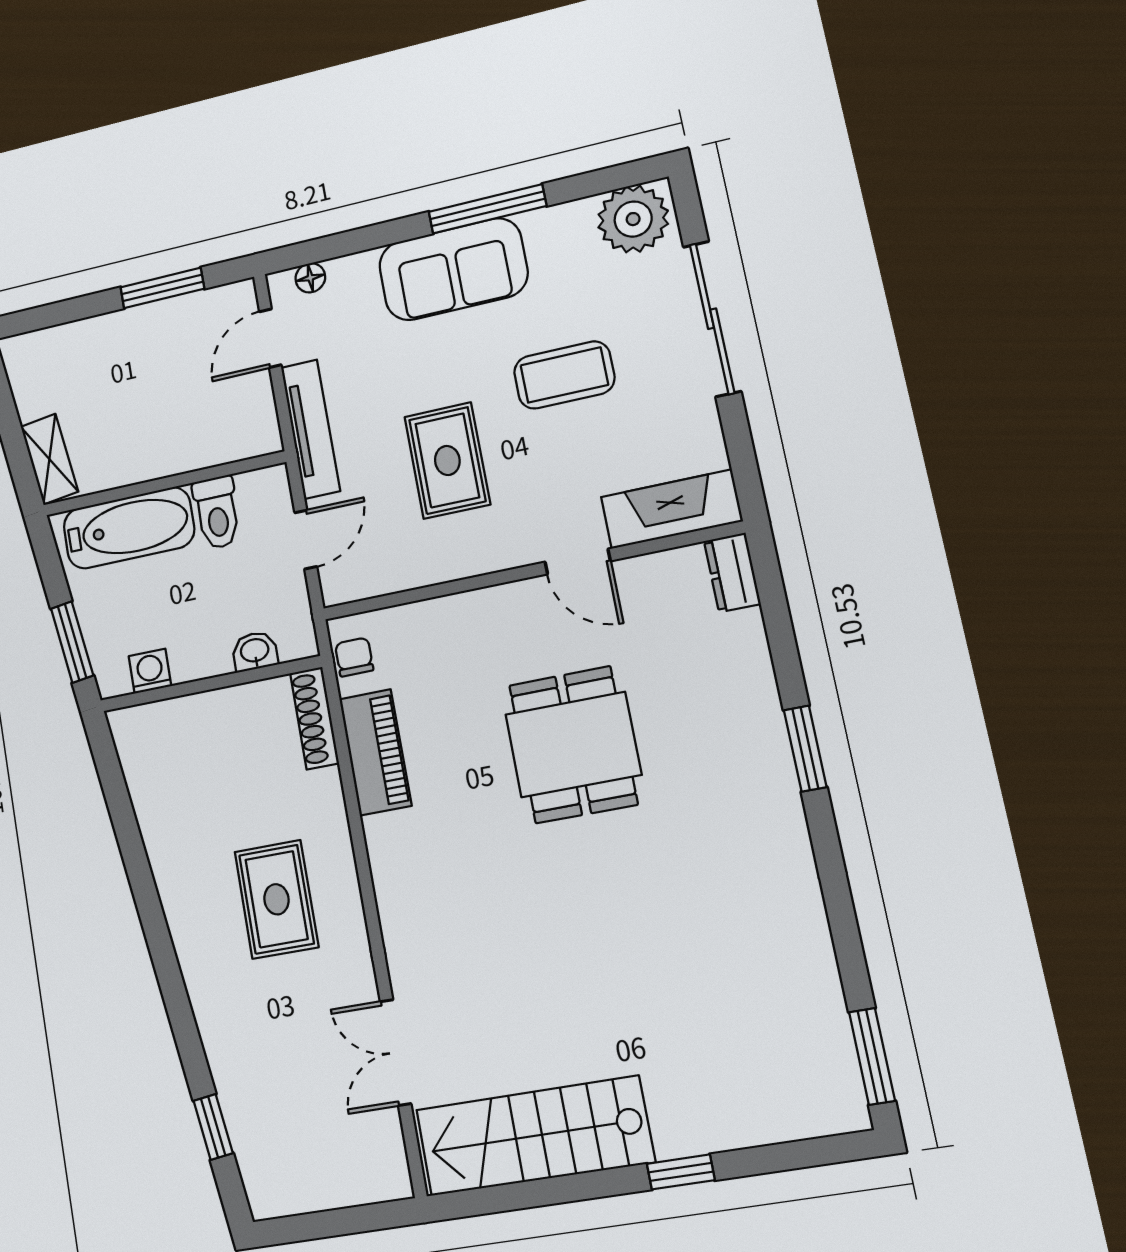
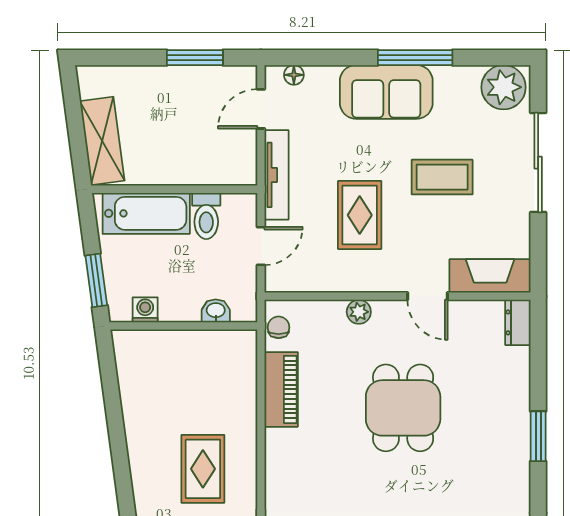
shelving: (49, 459) -> (102, 141), width x1.50, depth x1.33
plant: (474, 608) -> (359, 312), added
shoe rack: (315, 718) -> (247, 361), removed

